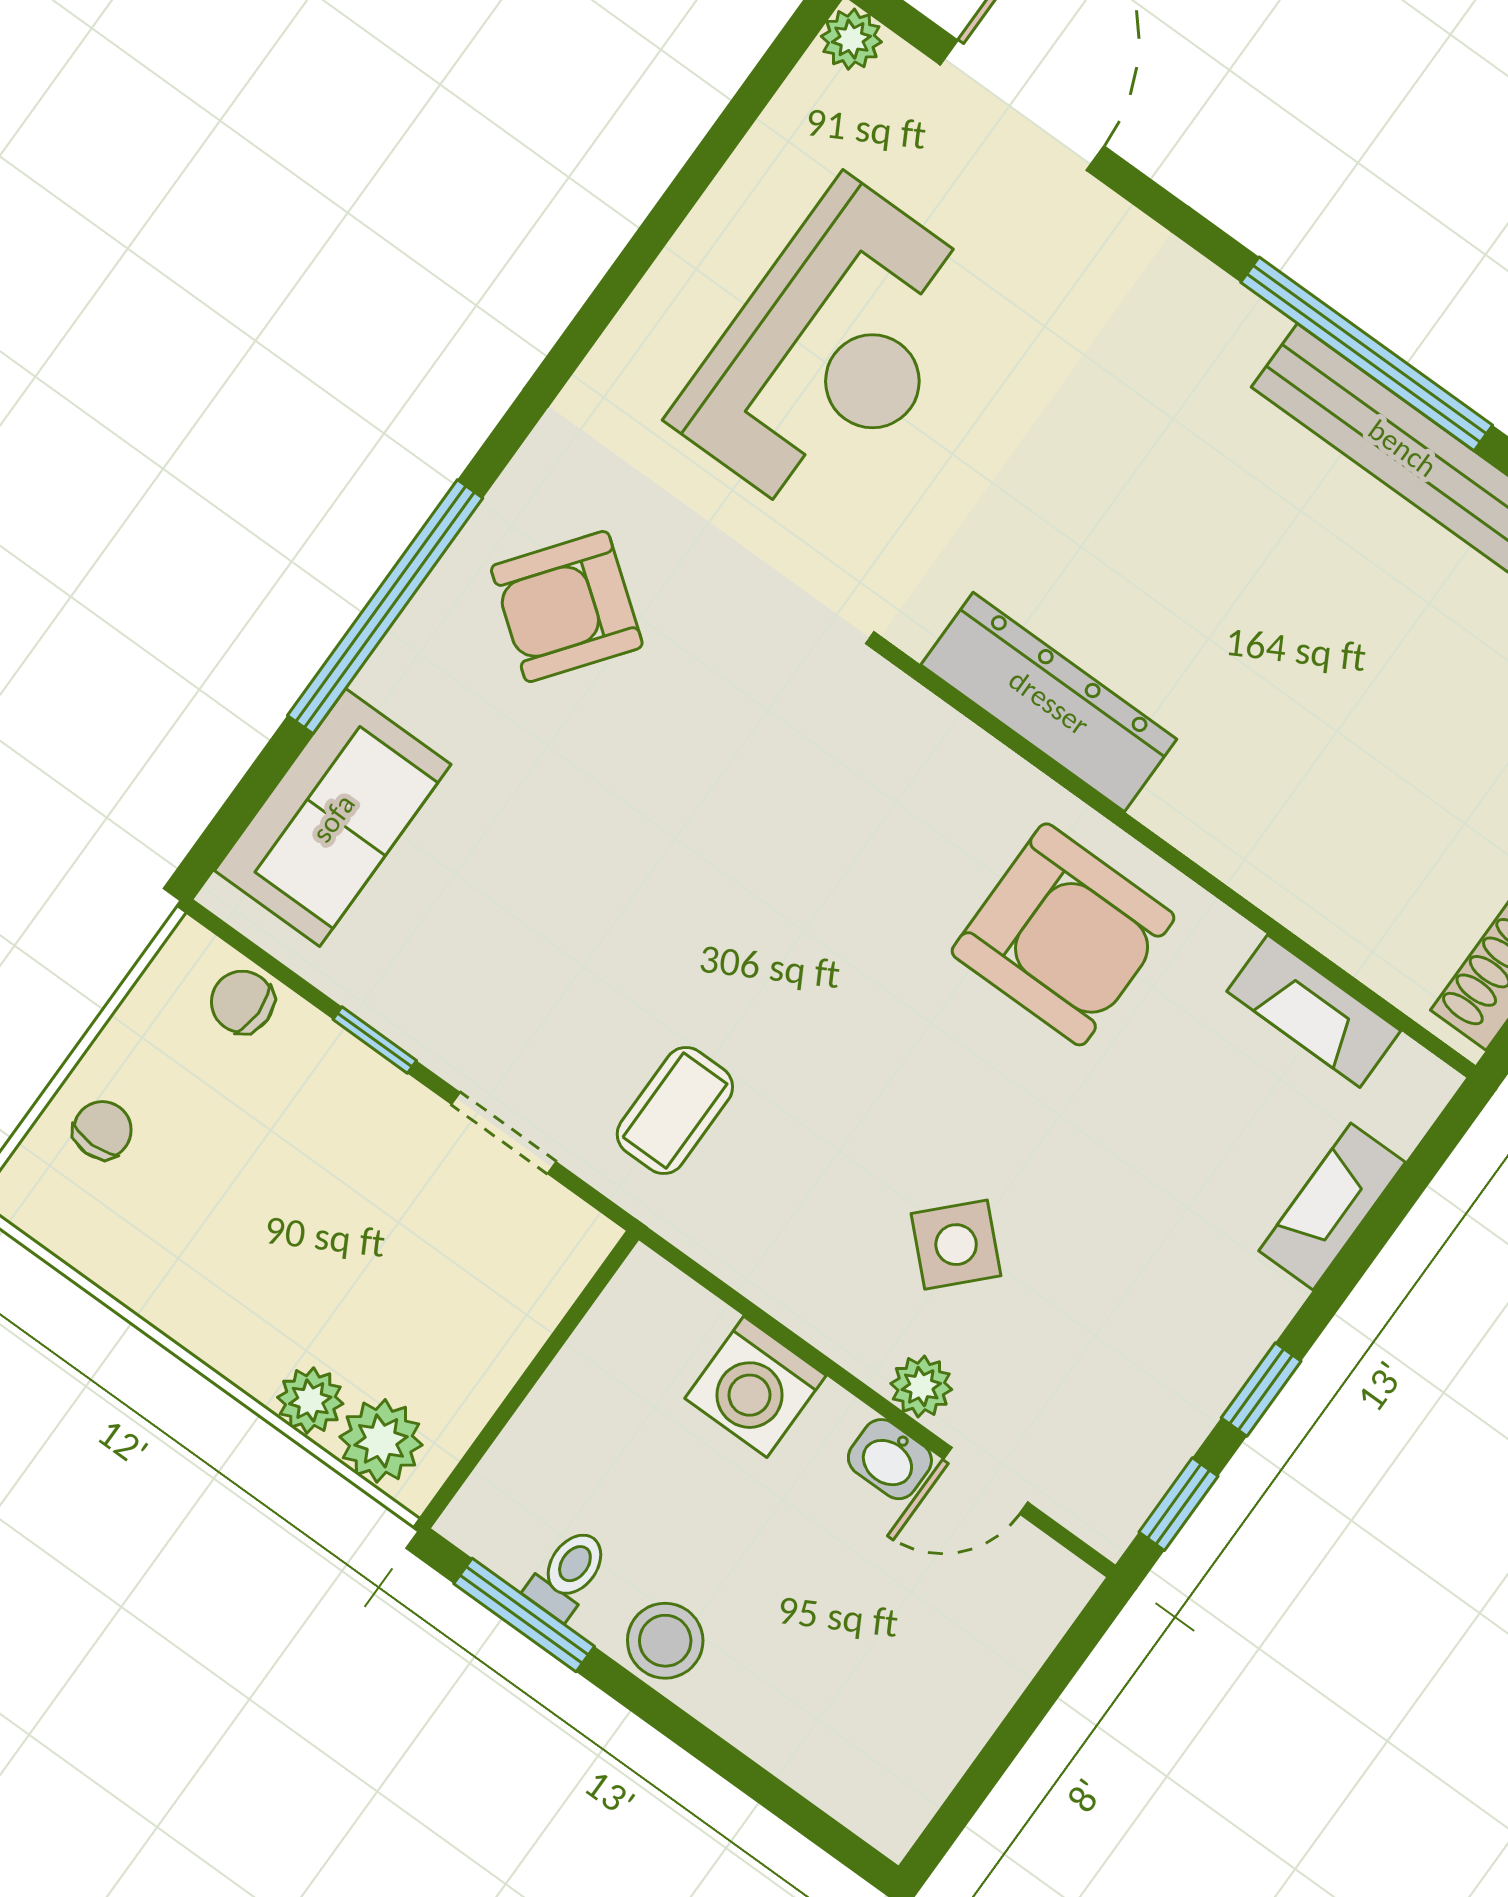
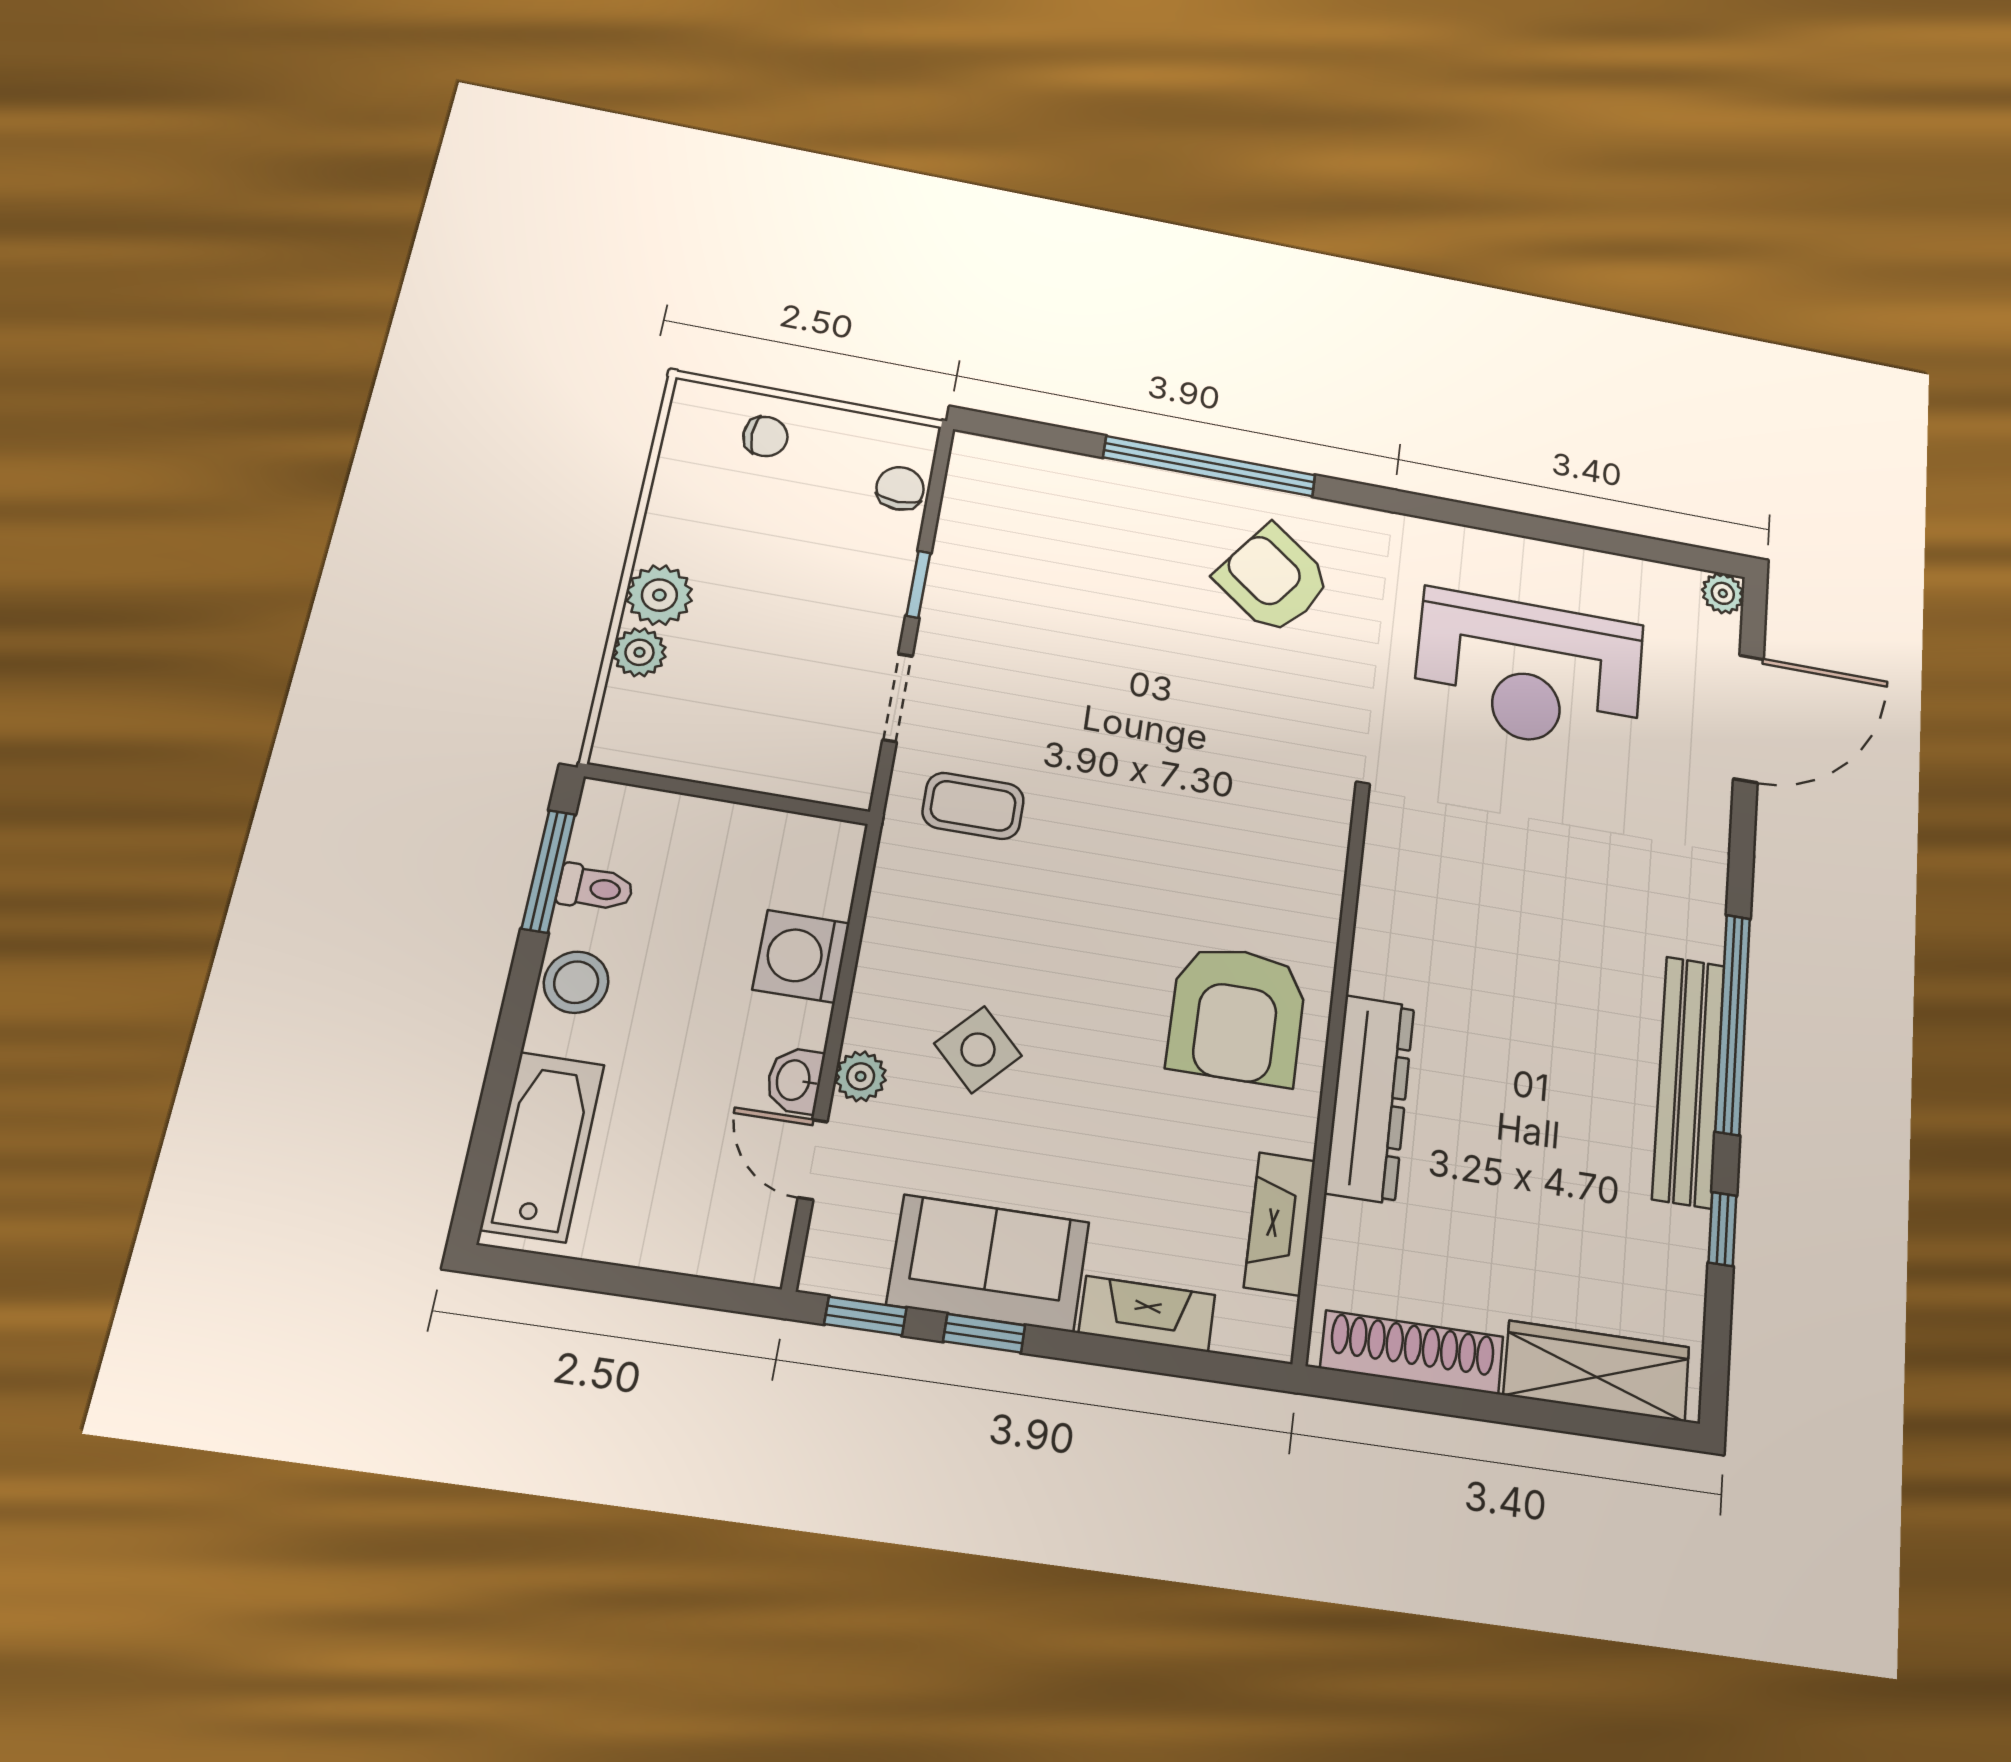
dresser: (1049, 702) -> (1370, 1098), moved
sofa: (333, 818) -> (988, 1263), moved, turned 180
plant: (381, 1441) -> (659, 595), moved
bathtub: (828, 1754) -> (543, 1146), added

